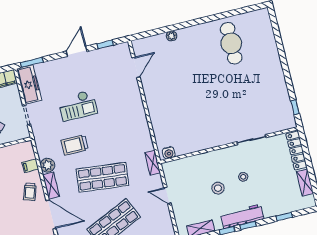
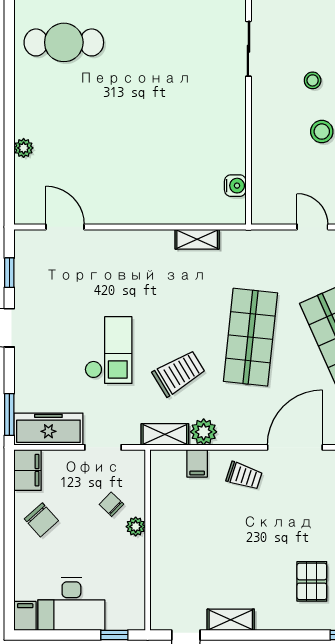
trolley: (75, 145) -> (179, 373), turned -121
water cooler: (169, 153) -> (235, 186), moved
shelving: (153, 163) -> (197, 239), moved
shelving: (51, 186) -> (165, 434), moved
door: (167, 195) -> (312, 227), swing flipped

